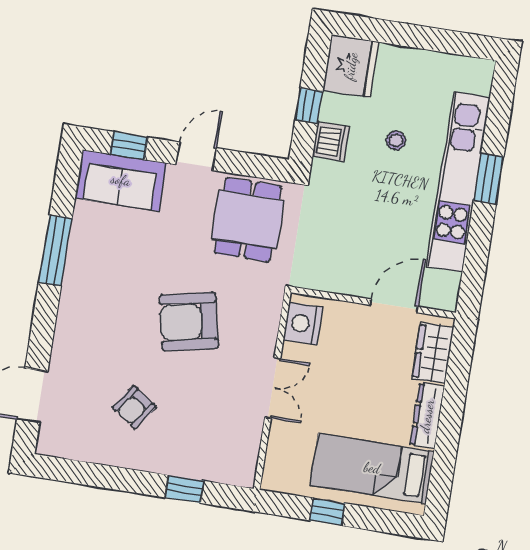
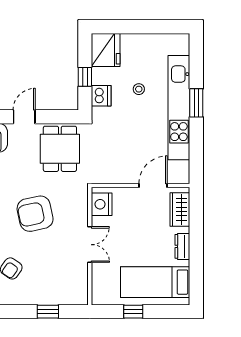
dresser: (427, 416) -> (182, 246), width x0.70

